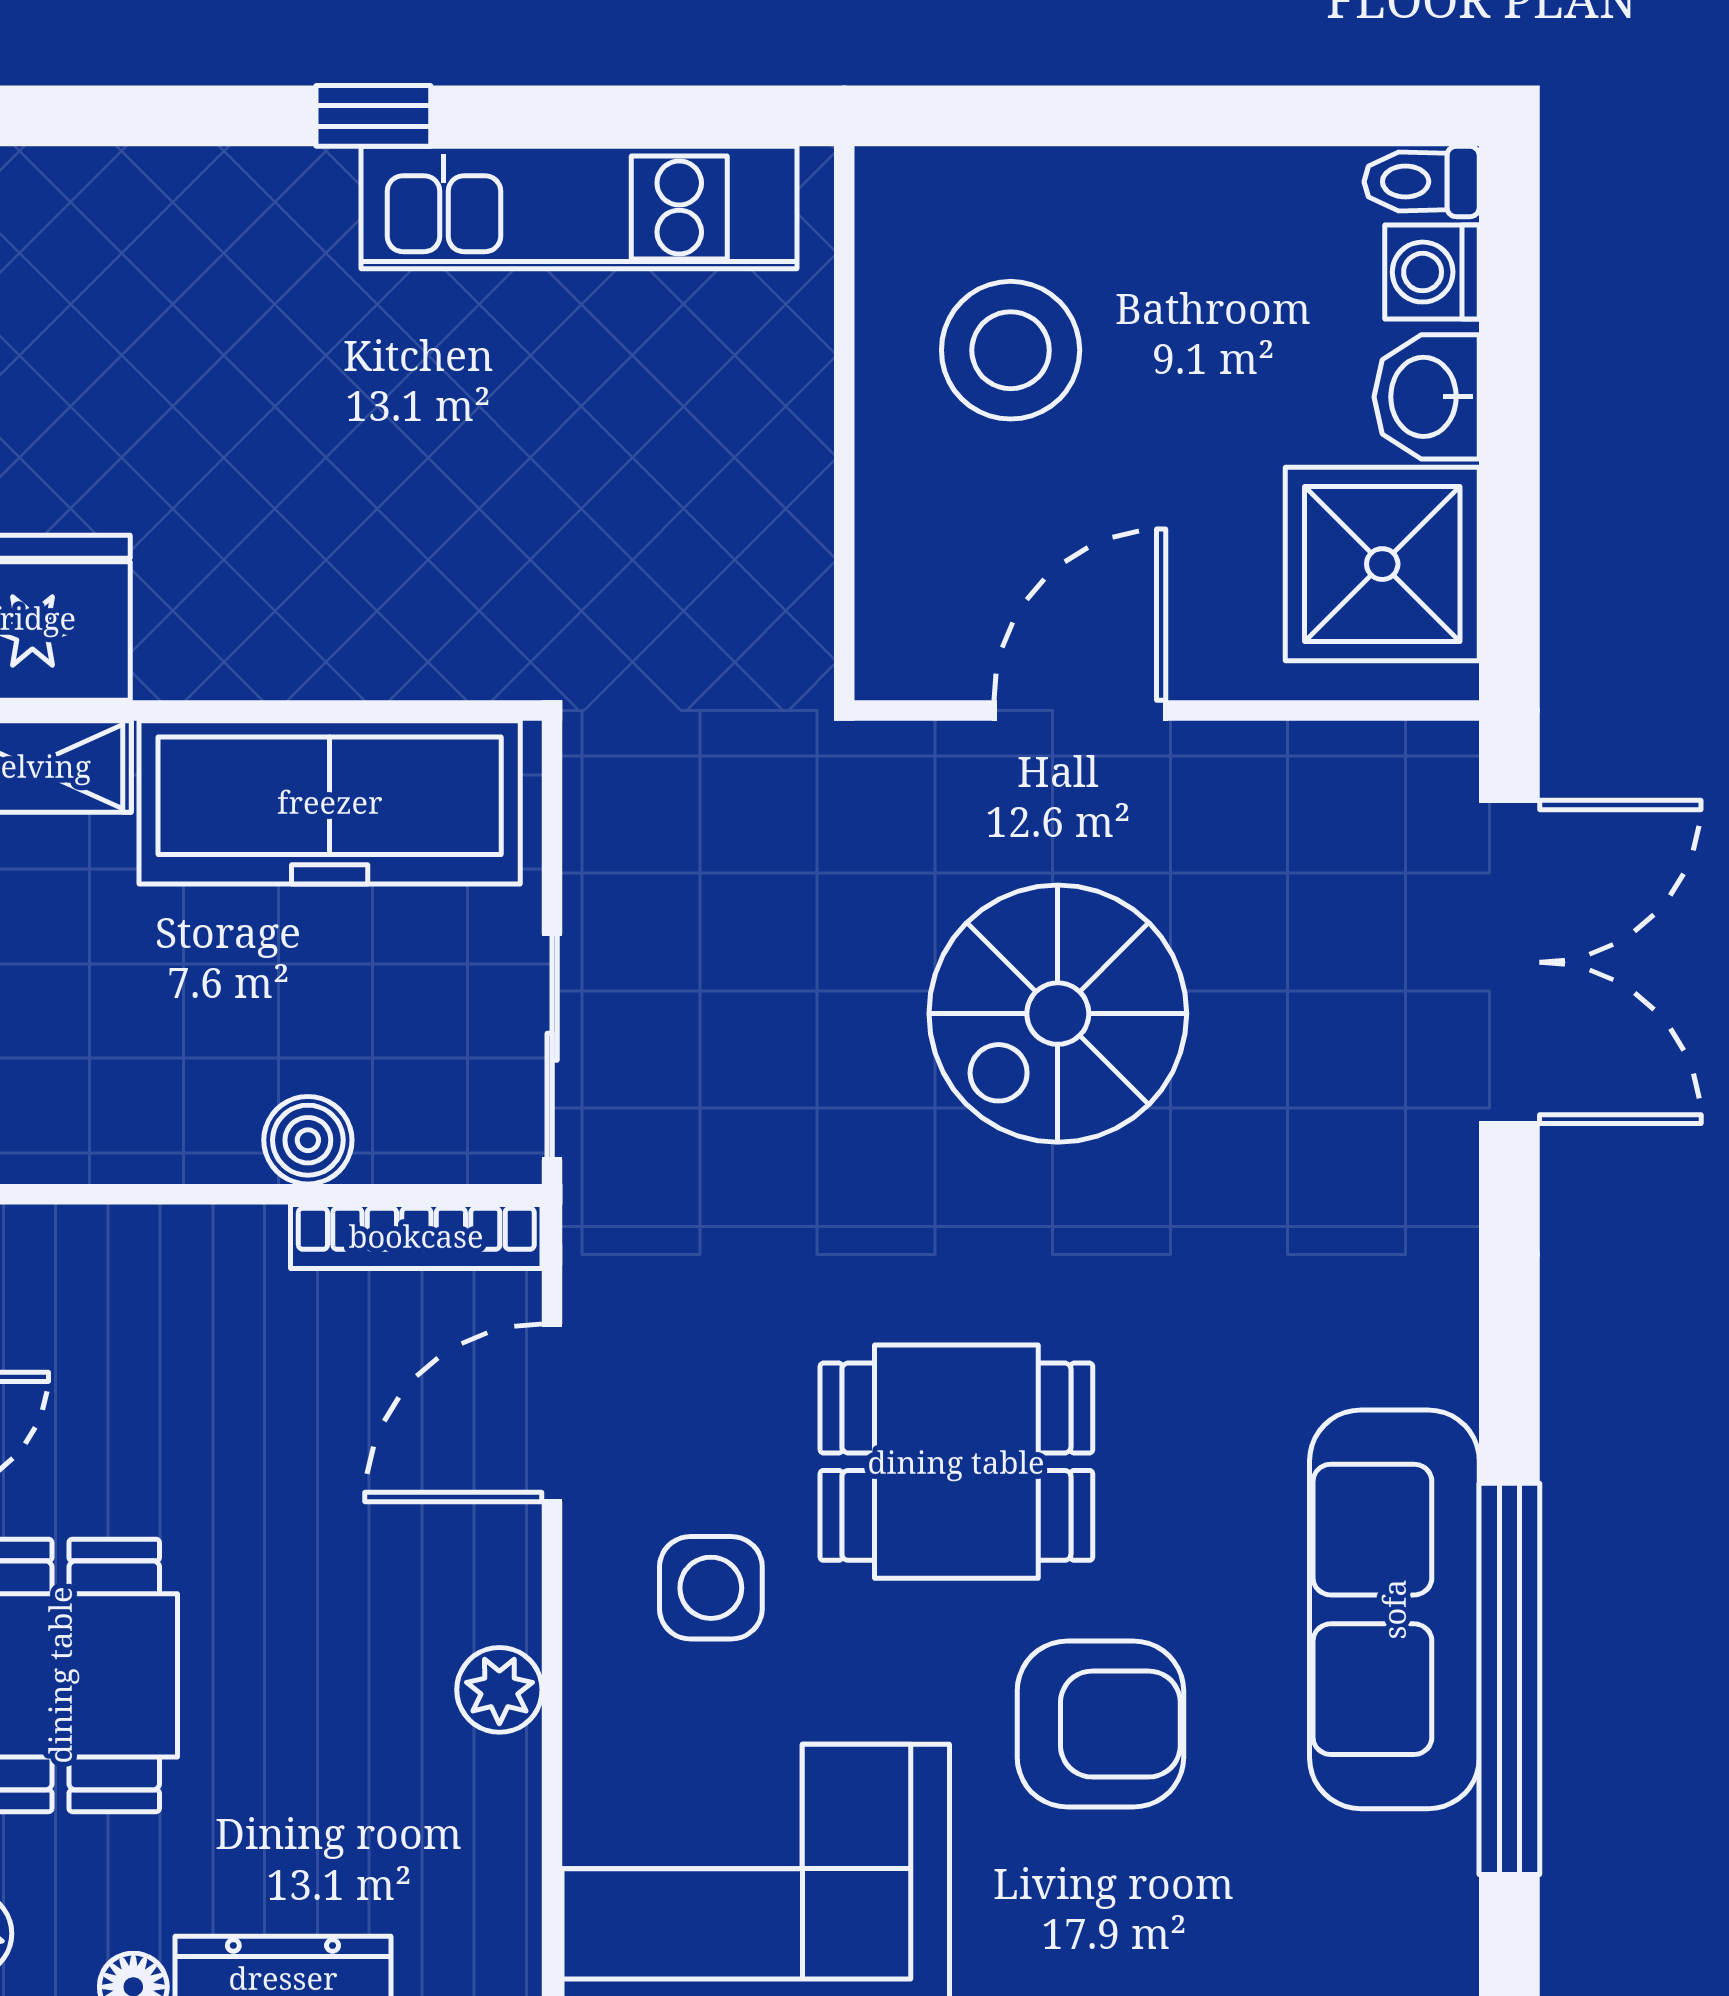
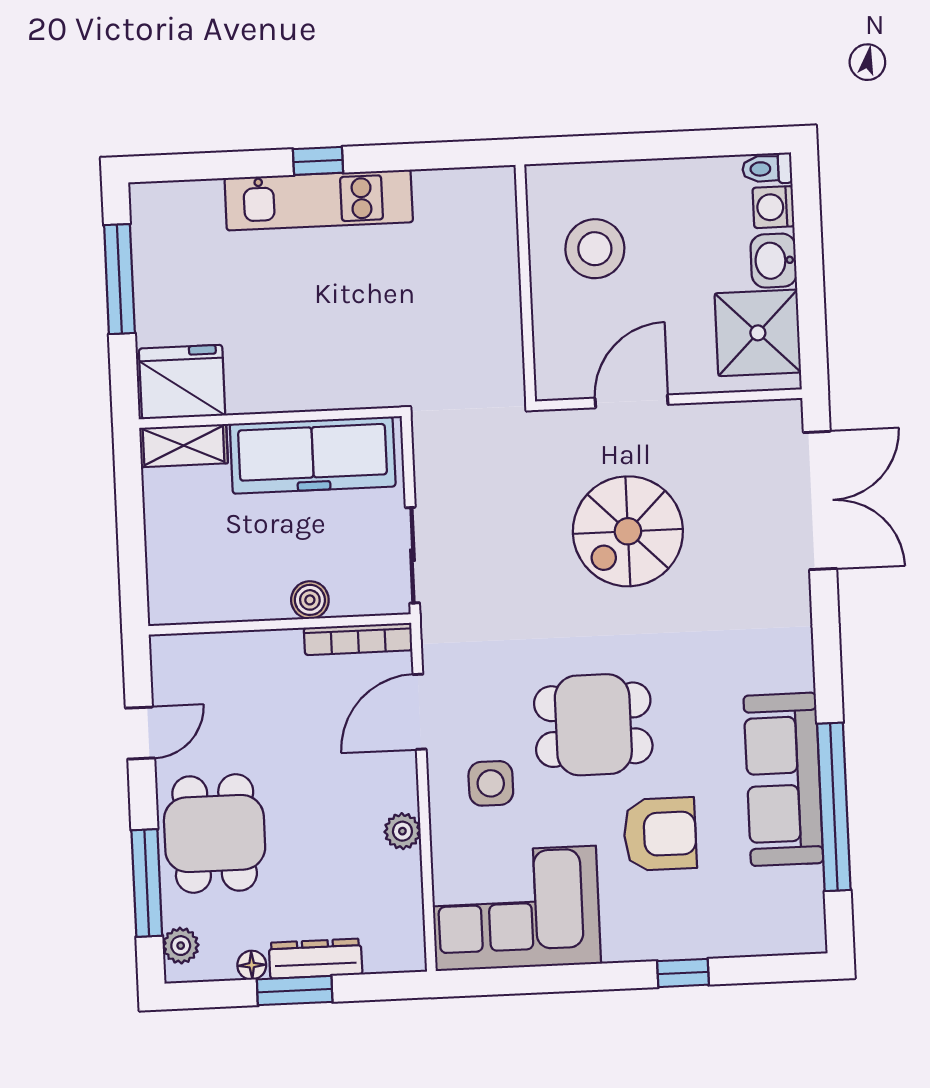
kitchen unit: (579, 208) -> (319, 200), moved

